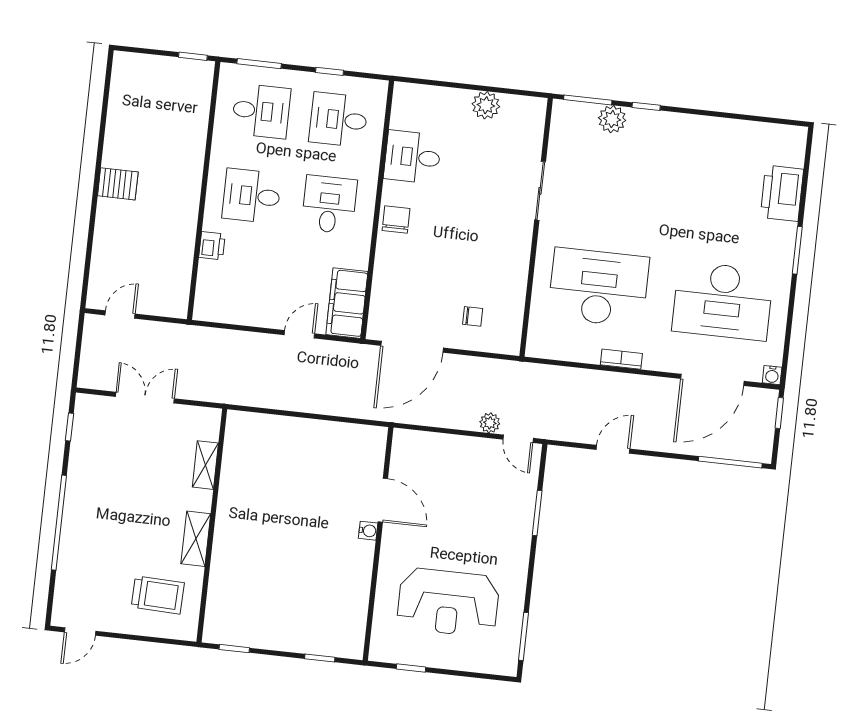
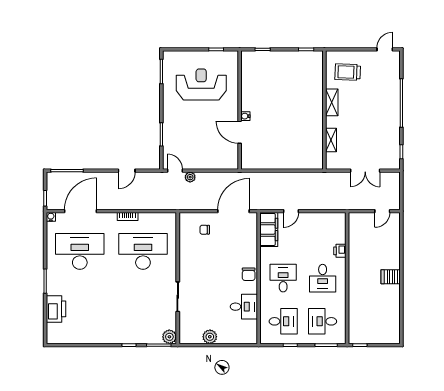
plant: (612, 119) -> (169, 337), moved
desk: (252, 196) -> (323, 278), turned 90
desk: (329, 204) -> (283, 278), turned 180
desk: (598, 287) -> (143, 251), turned 180

